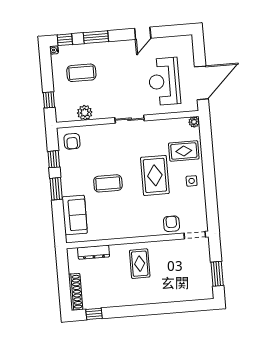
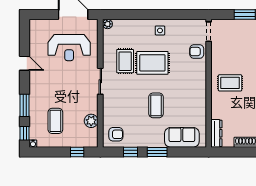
rug: (184, 151) -> (125, 61), moved
dresser: (94, 252) -> (216, 133), moved

